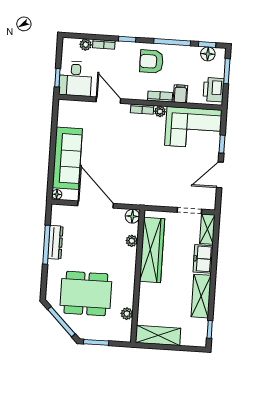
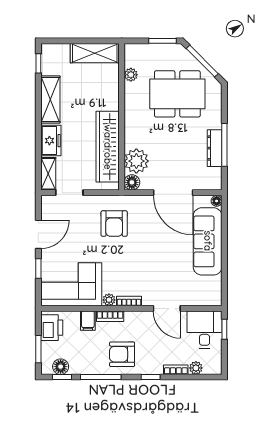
armchair: (151, 61) -> (122, 354), turned 180
armchair: (151, 180) -> (114, 224), added
plant: (132, 241) -> (136, 161), width x1.87, depth x1.87

